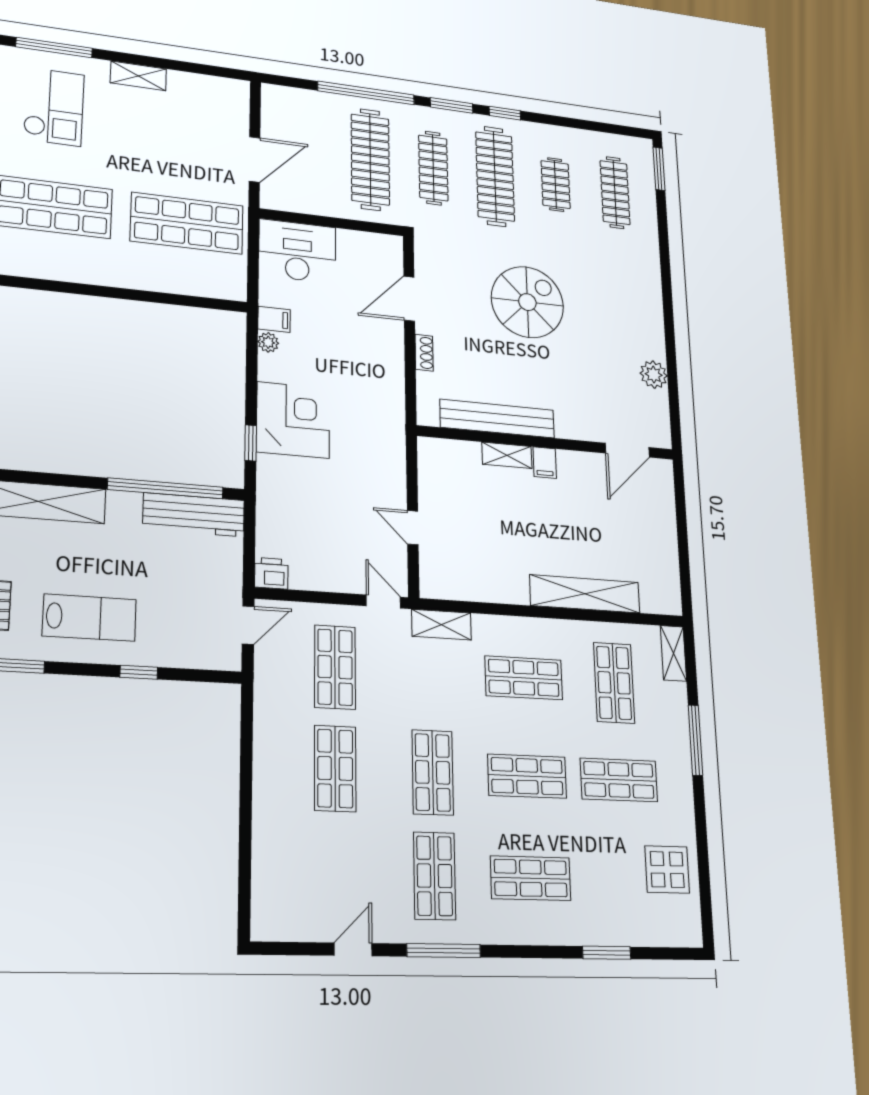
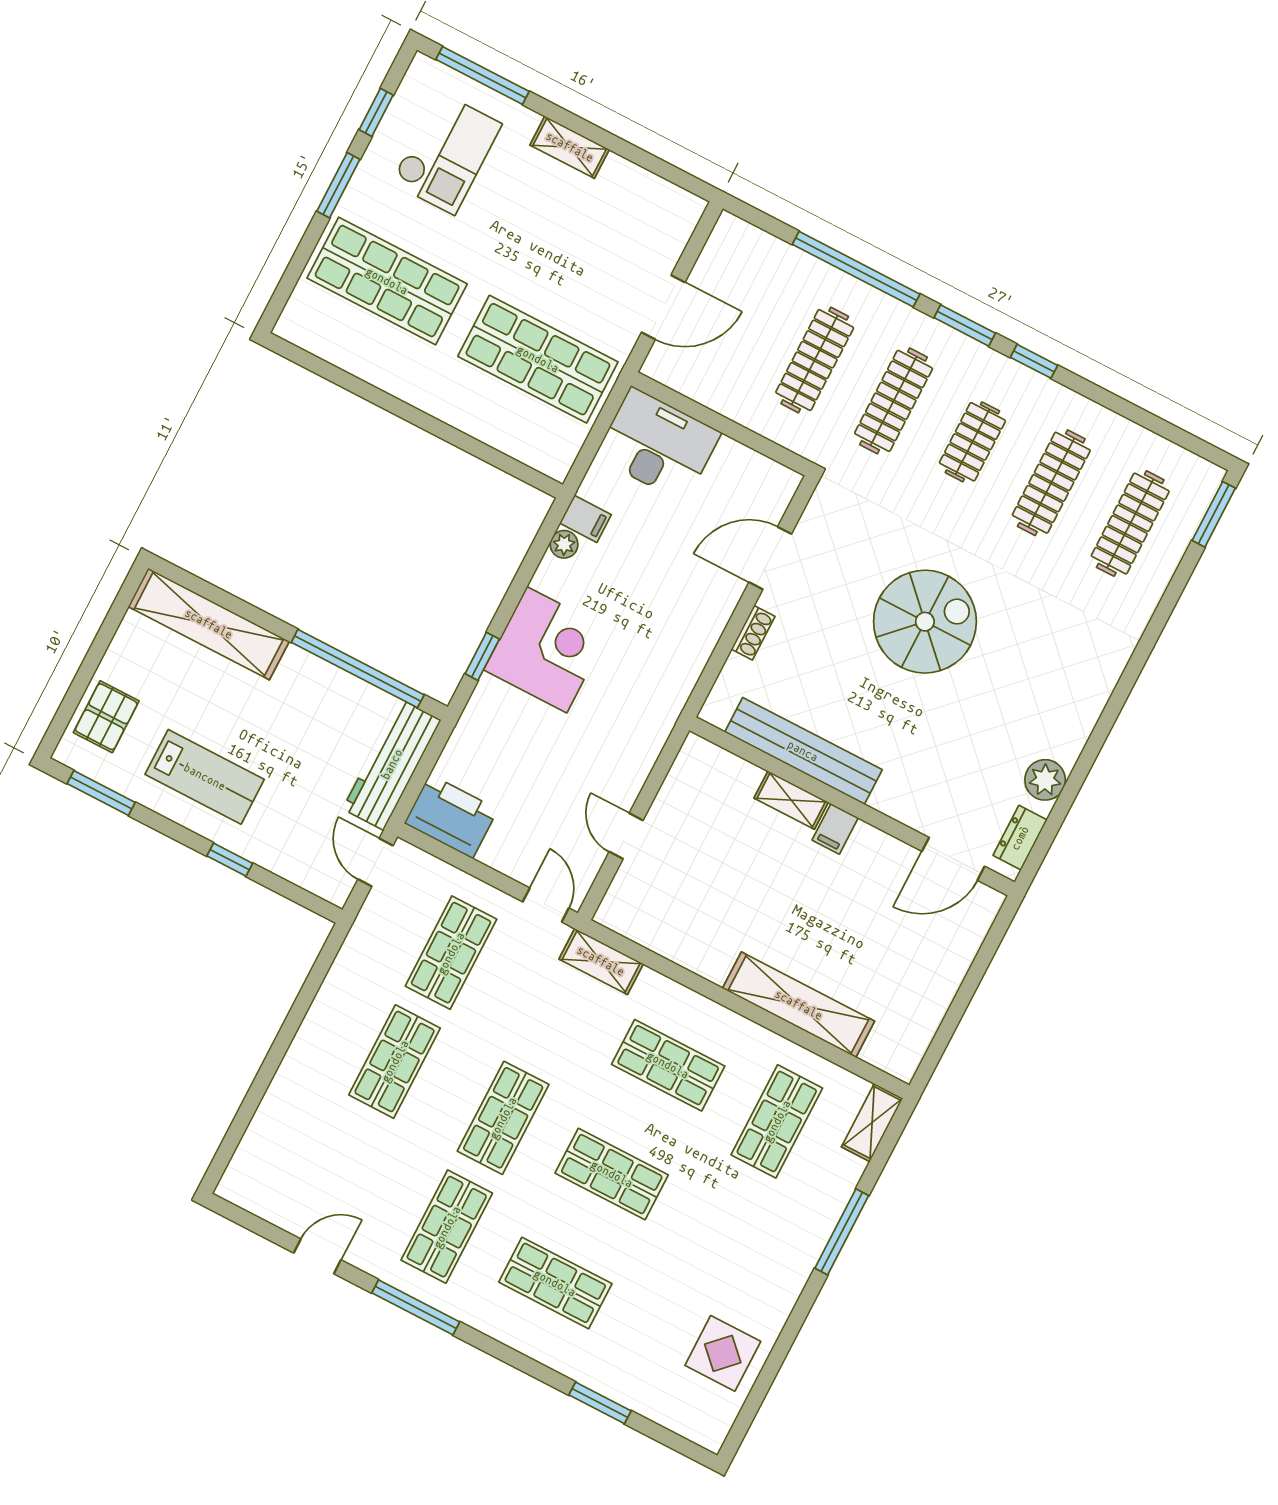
clothes rail: (370, 159) -> (815, 360), width x0.73, depth x0.76
clothes rail: (495, 176) -> (972, 442), width x0.54, depth x0.76
clothes rail: (556, 185) -> (1051, 483), width x1.36
dresser: (659, 418) -> (1020, 838), added
workbench: (194, 515) -> (392, 764), moved, turned 90
printer: (271, 573) -> (451, 816), width x1.87, depth x1.48
door: (248, 625) -> (376, 862), swing flipped
shop shelf: (619, 780) -> (720, 1230), removed

